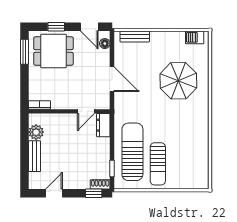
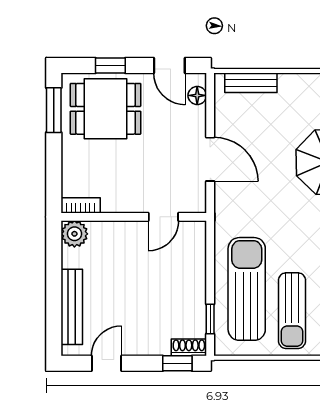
dresser: (103, 125) -> (195, 241), removed
plant: (36, 132) -> (74, 234), moved
bench: (35, 156) -> (72, 307), width x1.36

